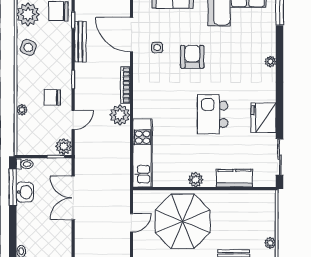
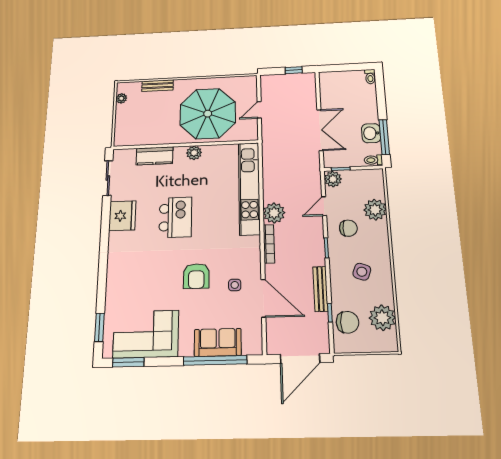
side table: (28, 47) -> (362, 272), moved
plant: (270, 62) -> (112, 274), removed
plant: (22, 110) -> (375, 210), width x1.88, depth x1.88
kitchen unit: (143, 153) -> (249, 188), width x1.36

